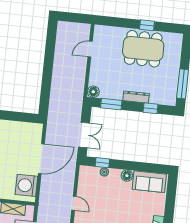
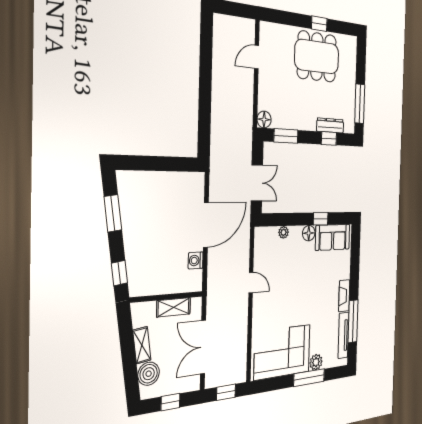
dresser: (136, 97) -> (330, 125), moved
window: (102, 163) -> (321, 219), moved
washing machine: (26, 185) -> (196, 260), width x0.53, depth x0.53

